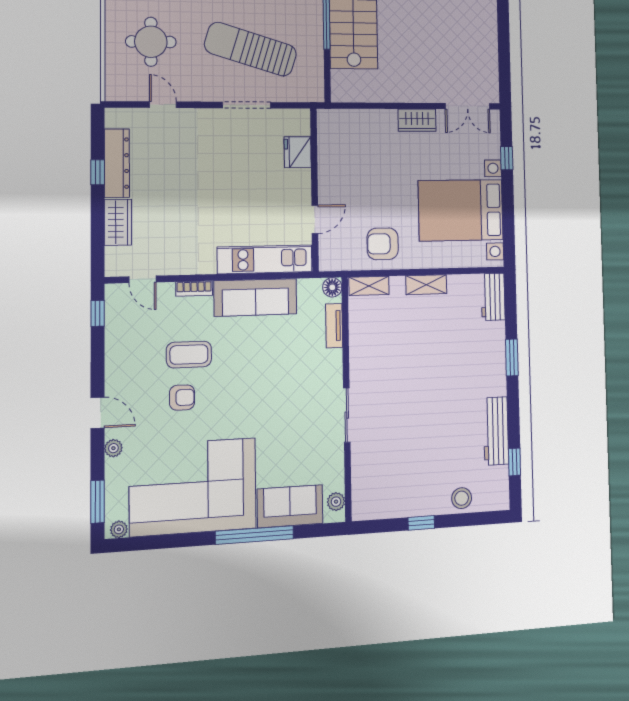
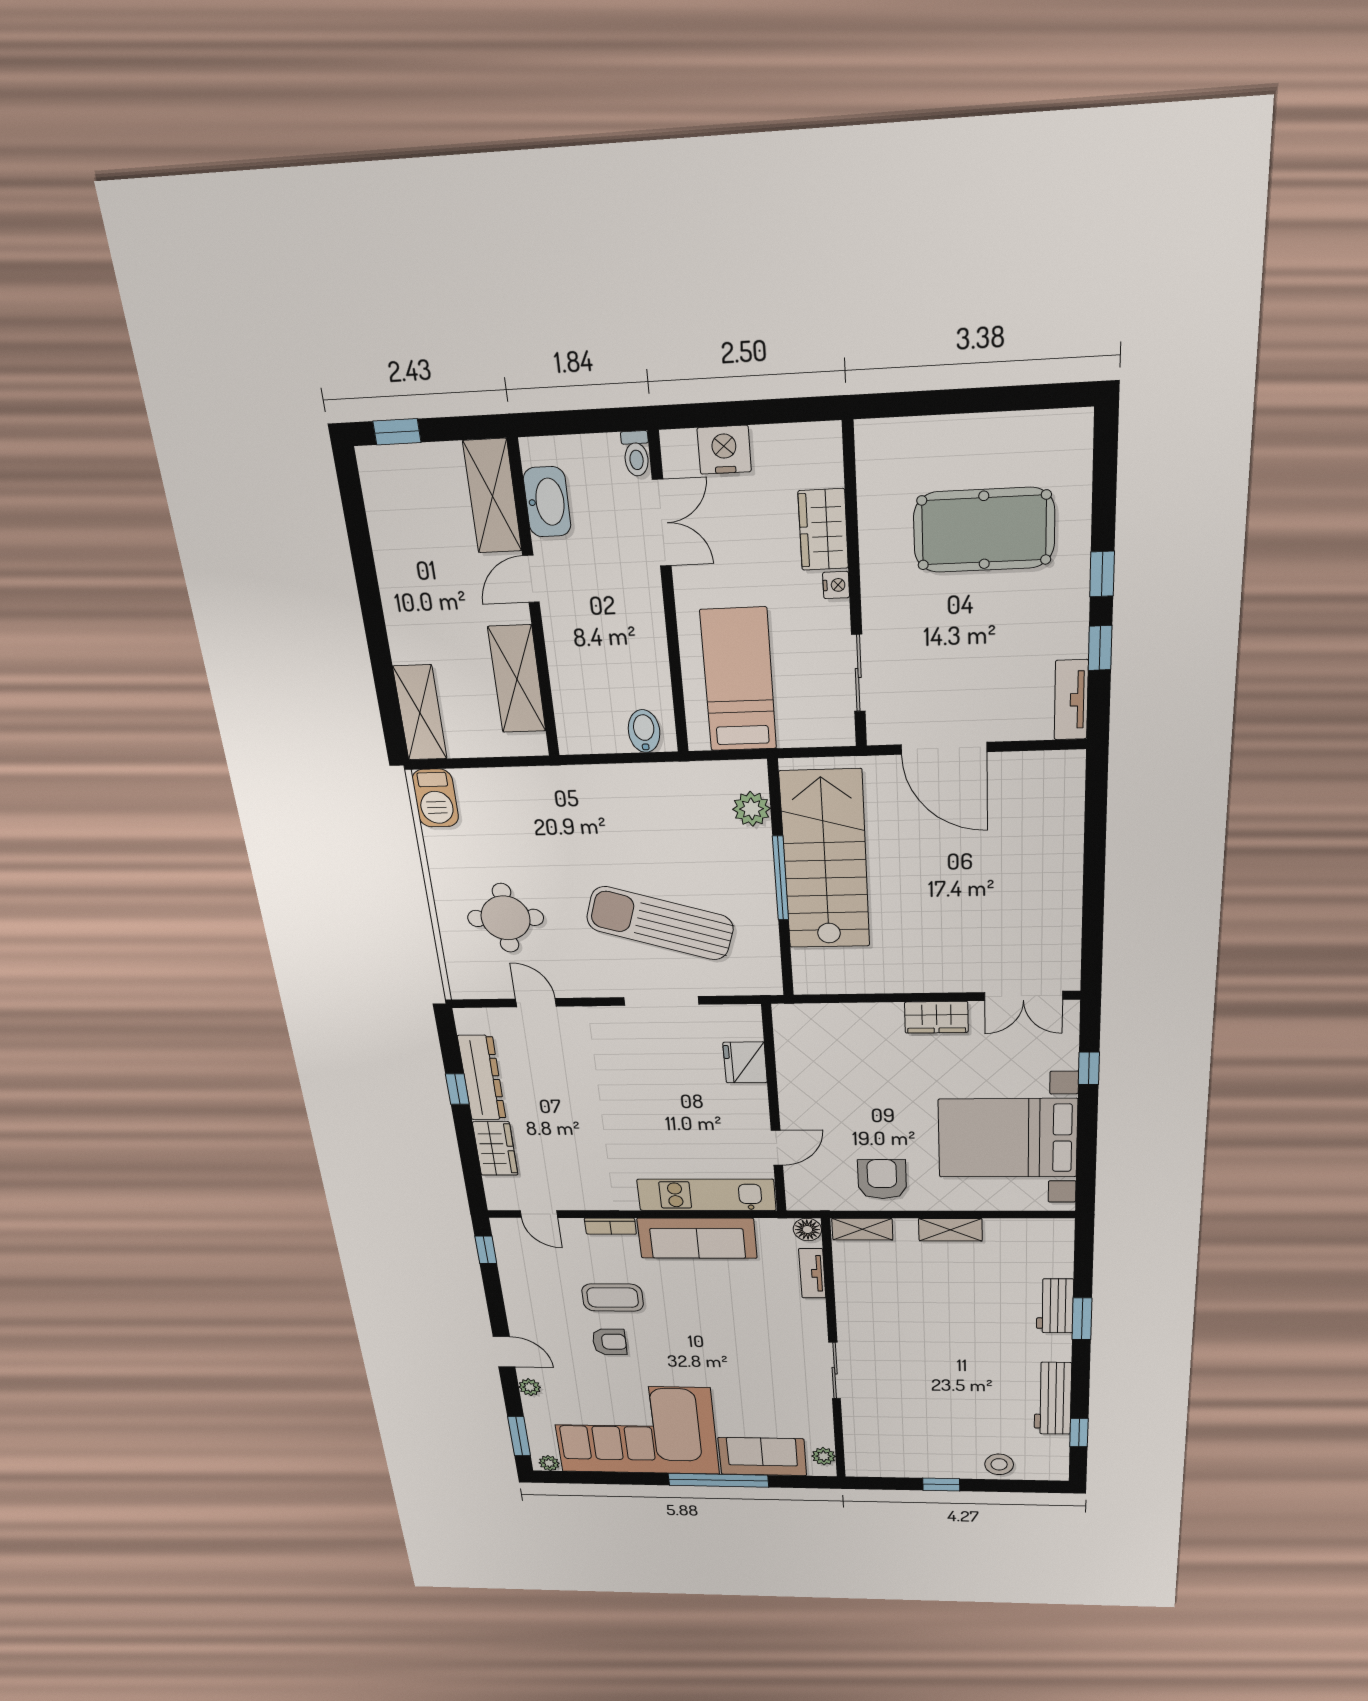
armchair: (383, 244) -> (882, 1179), turned 90
workbench: (493, 297) -> (1055, 1306), moved

